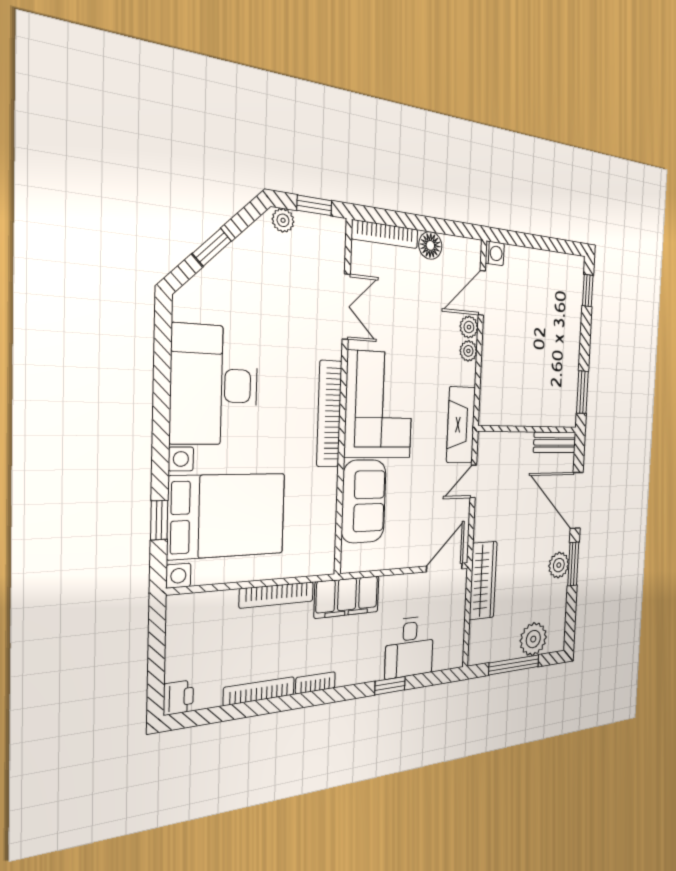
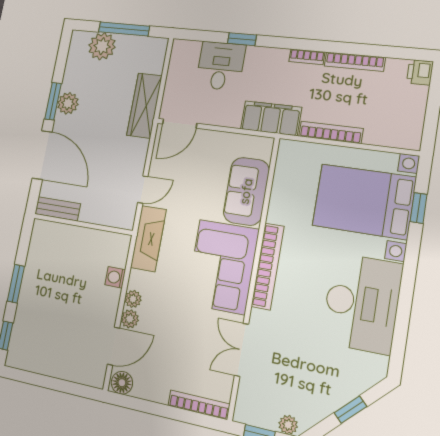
floor lamp: (430, 245) -> (122, 383), moved
washing machine: (495, 253) -> (115, 277), moved
window: (582, 392) -> (16, 284), moved

